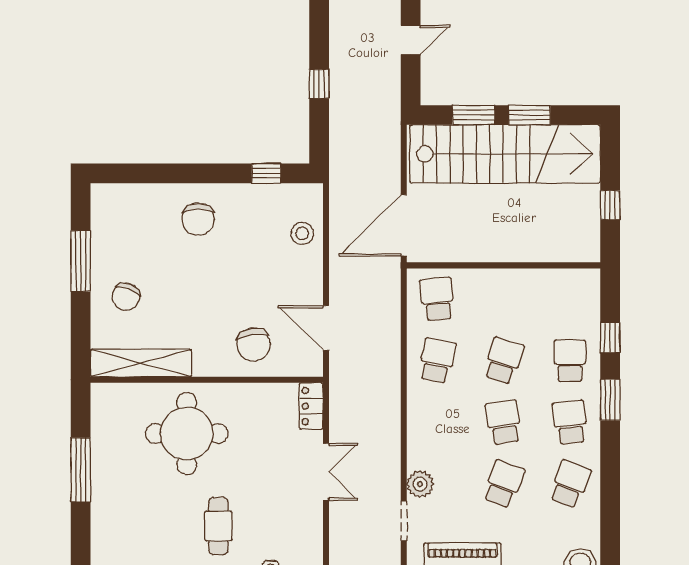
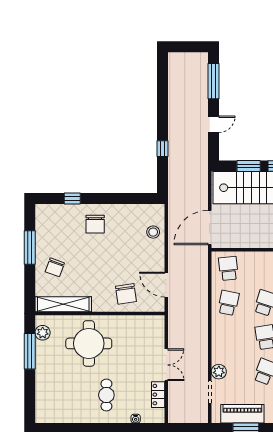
window: (266, 173) -> (72, 199), moved
locker: (311, 406) -> (158, 395), moved
plant: (104, 414) -> (43, 333), added
window: (81, 470) -> (30, 351), moved

